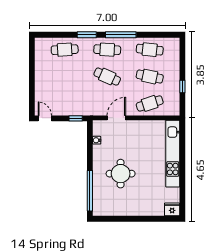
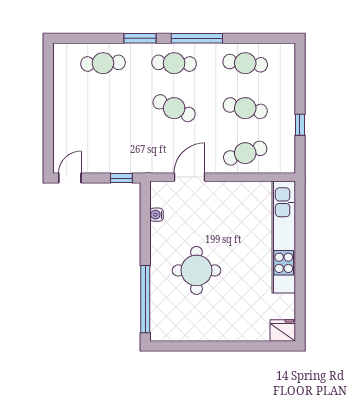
door: (45, 118) -> (70, 178), hinge flipped

